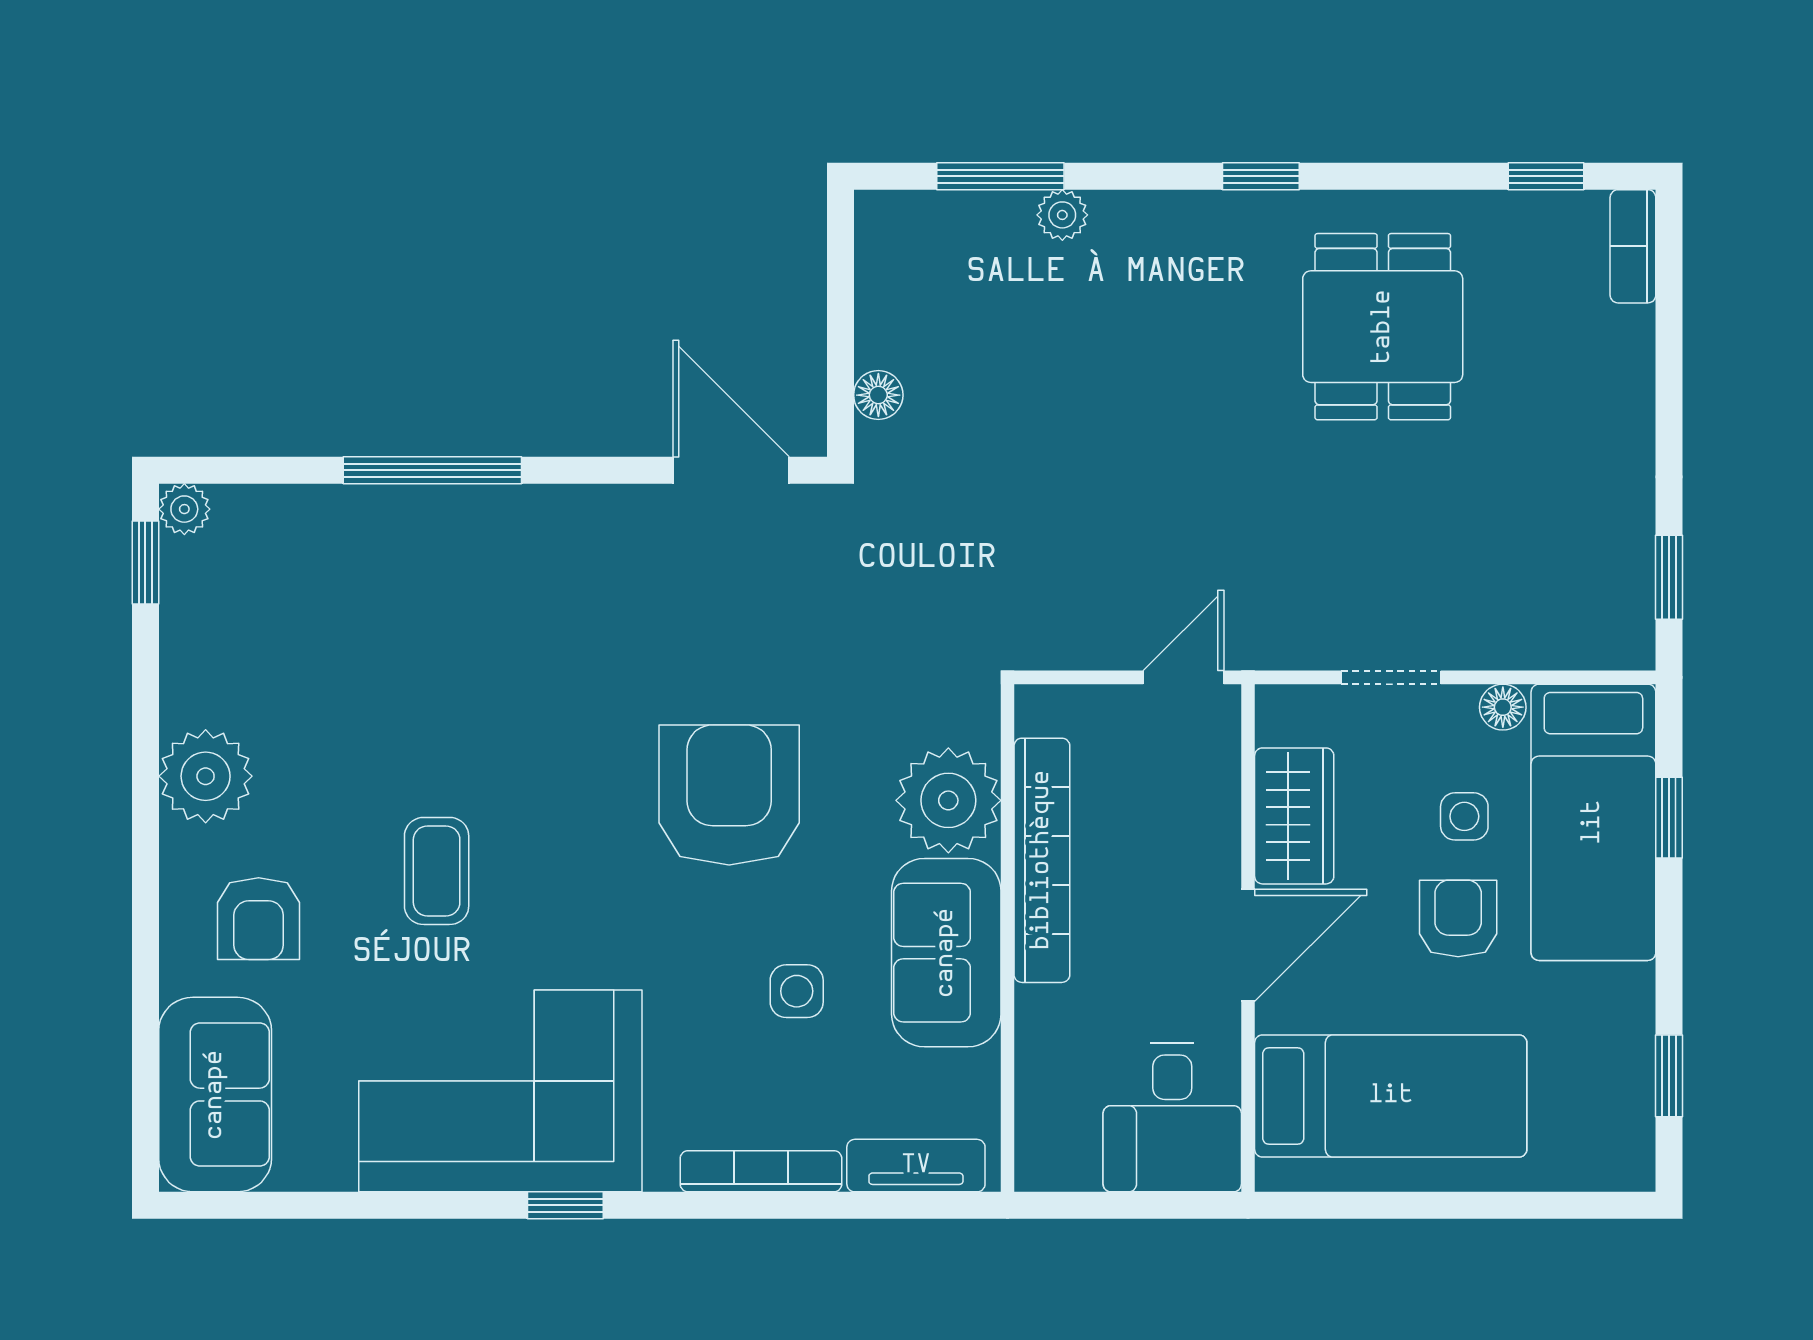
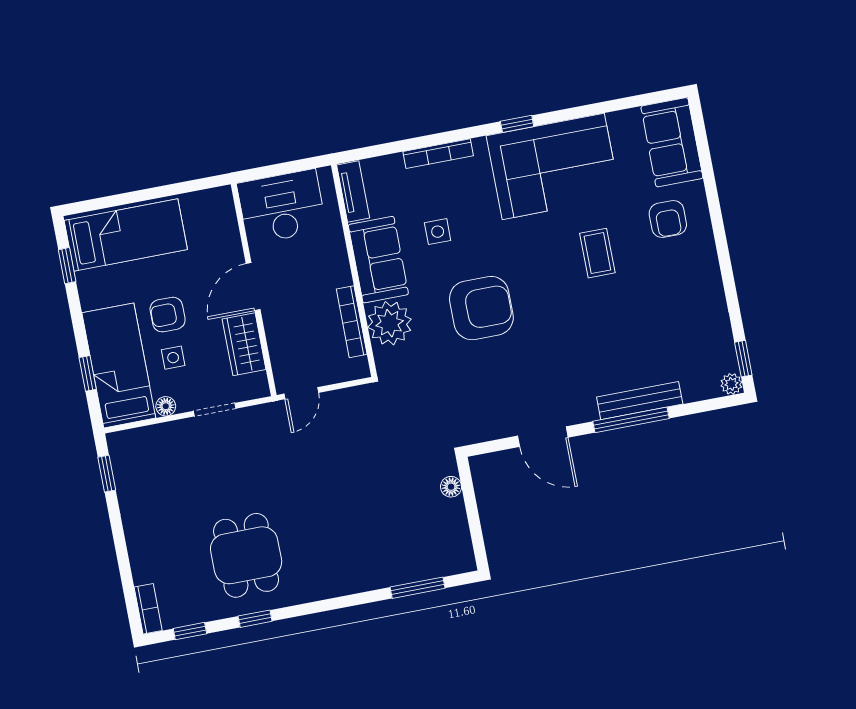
window: (1261, 176) -> (255, 619), moved
plant: (1062, 215) -> (389, 576), removed
door: (731, 470) -> (543, 437), moved
bench: (404, 511) -> (640, 401), added
plant: (206, 776) -> (701, 274), removed
armchair: (729, 795) -> (481, 308), turned -90
bookcase: (1042, 860) -> (352, 322), width x0.68, depth x0.76
armchair: (1458, 918) -> (168, 315), turned 90
armchair: (259, 919) -> (668, 219), turned 180
bed: (1391, 1096) -> (126, 235), moved, turned 180
desk: (1172, 1117) -> (282, 207), width x1.37
tv unit: (916, 1166) -> (353, 191), moved, turned -90

